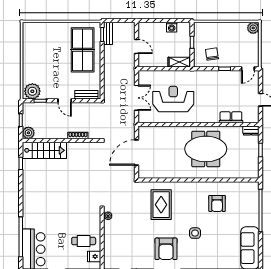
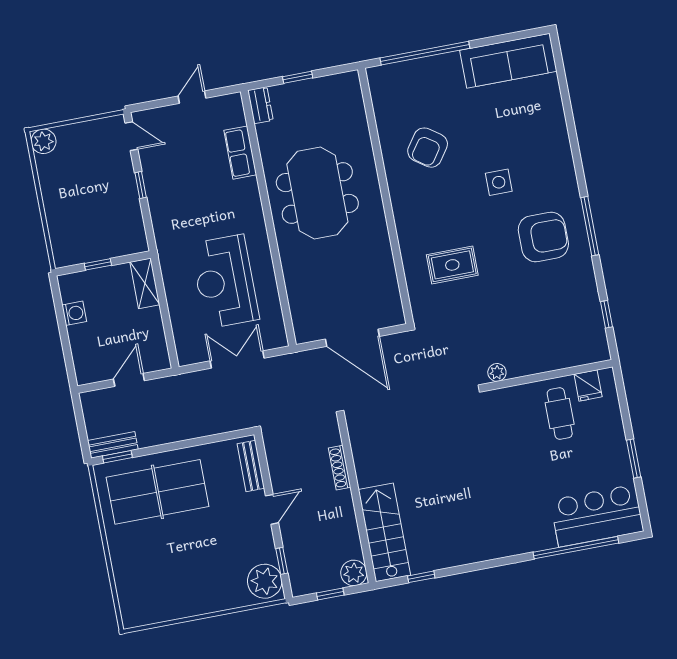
chair: (212, 54) -> (115, 218), removed
armchair: (217, 203) -> (428, 148), turned 125
rug: (161, 205) -> (452, 265), width x0.73, depth x0.70

